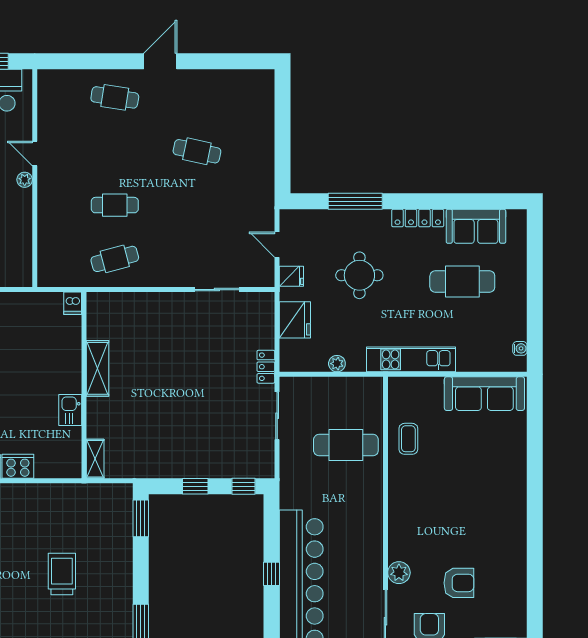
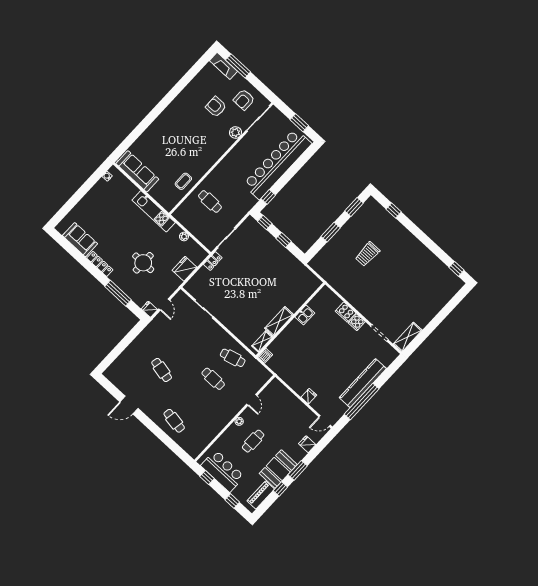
door: (160, 61) -> (129, 405), moved
door: (35, 154) -> (252, 400), moved
fridge: (291, 276) -> (149, 309), moved
cafe table: (462, 282) -> (105, 223), removed
cafe table: (346, 445) -> (210, 201), width x0.73, depth x0.74
shelving: (95, 459) -> (262, 341), moved
window: (141, 518) -> (331, 232), moved
window: (272, 574) -> (268, 197), moved

